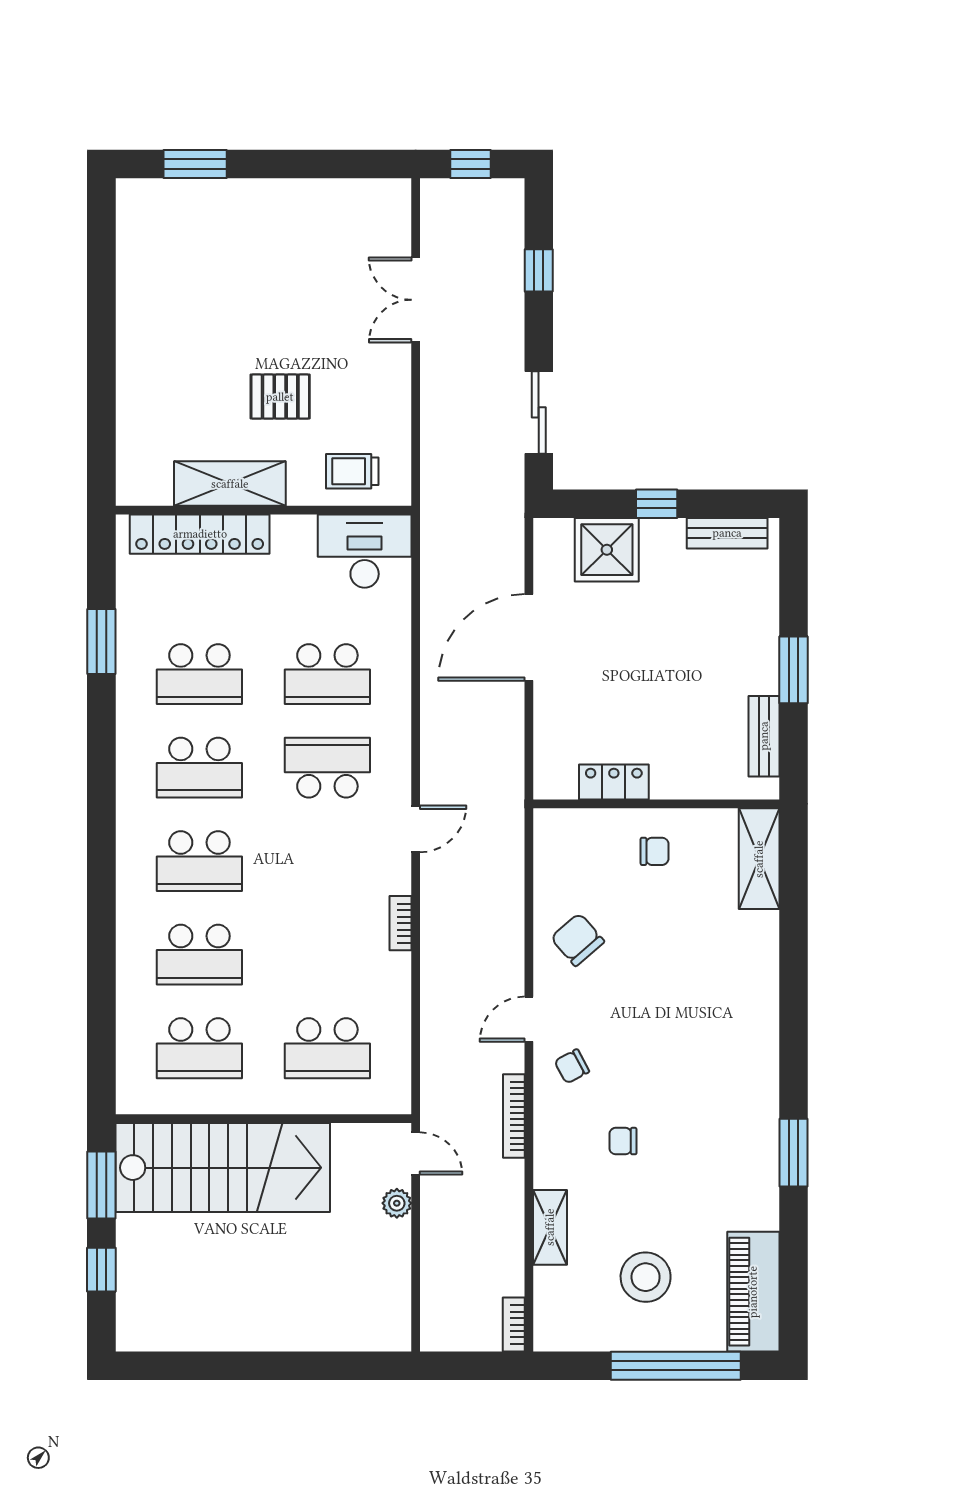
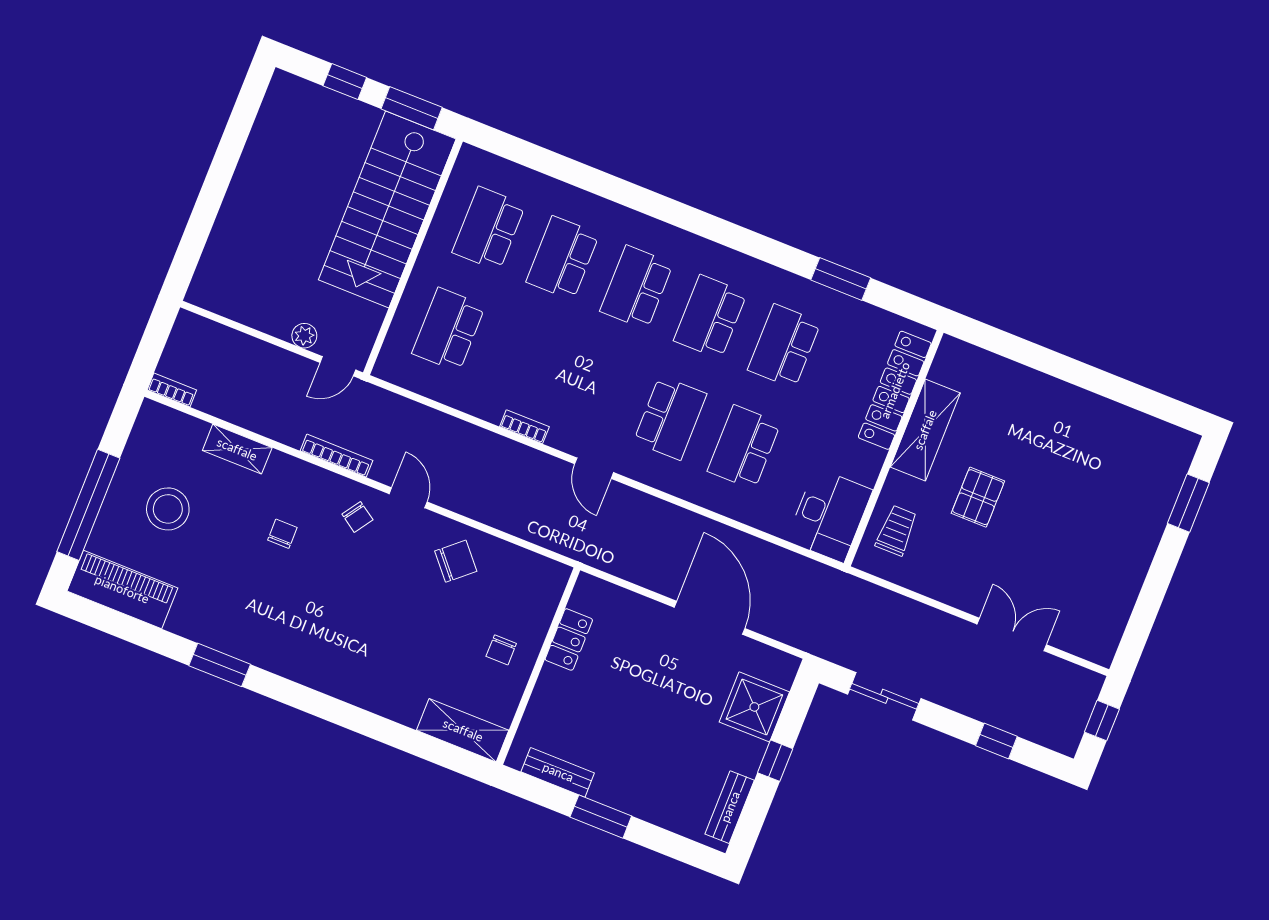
chair: (572, 1066) -> (357, 517), turned 152

